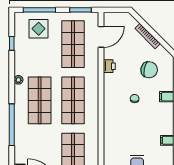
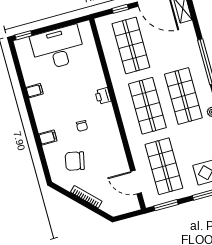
door: (101, 37) -> (136, 182), hinge flipped
printer: (109, 66) -> (103, 96), moved

